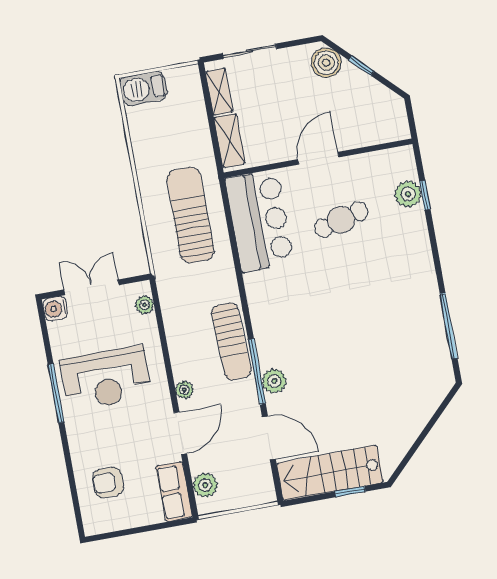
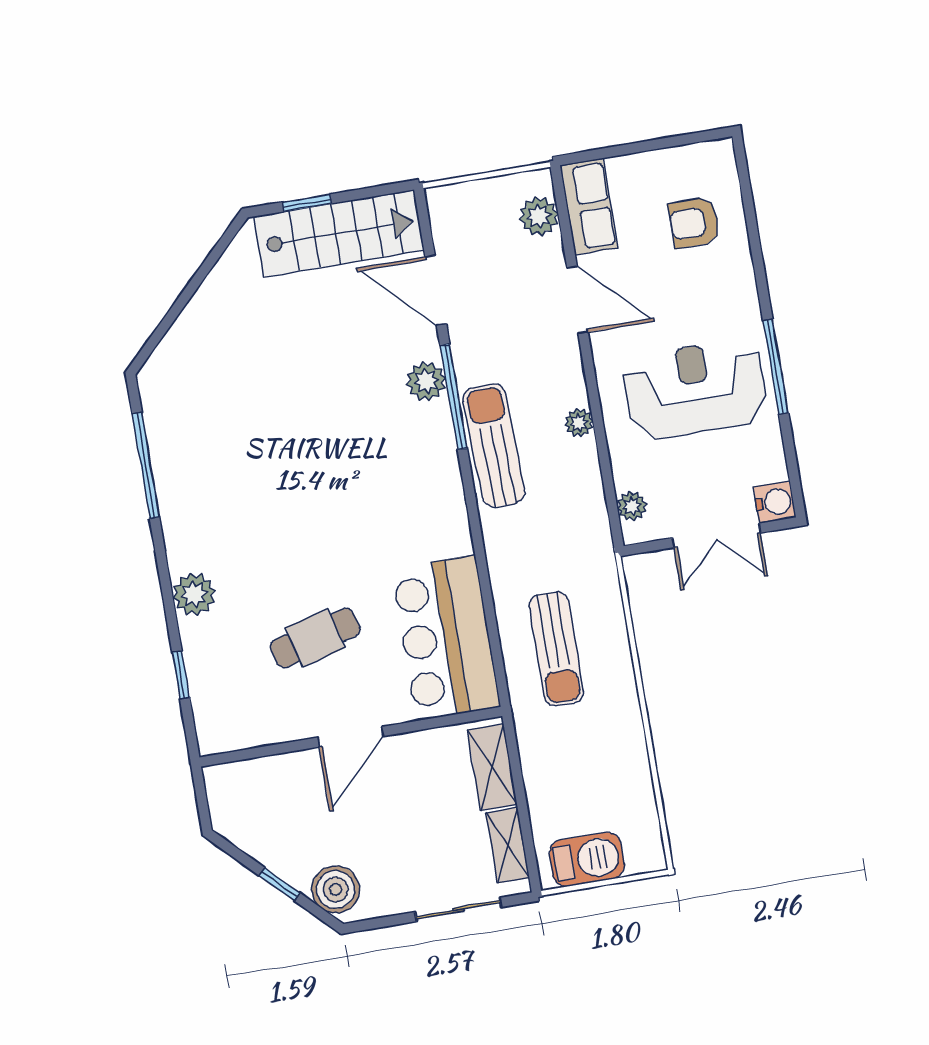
barbecue: (143, 88) -> (587, 859), moved
plant: (408, 194) -> (194, 594), moved
sun lounger: (190, 215) -> (556, 649), width x0.73, depth x0.75
plant: (184, 390) -> (579, 423), moved
door: (180, 433) -> (578, 300), swing flipped
armchair: (108, 482) -> (694, 223), turned 180

